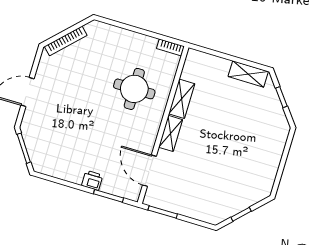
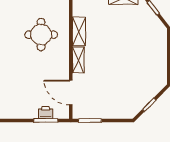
printer: (92, 180) -> (46, 113), moved

